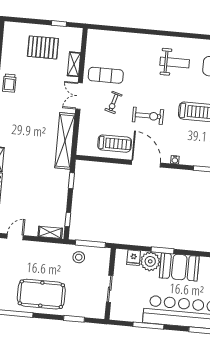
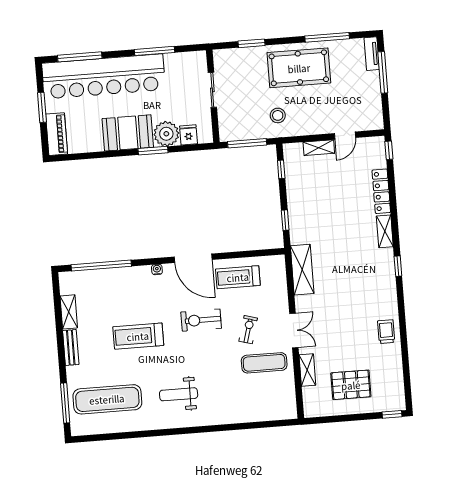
window: (59, 24) -> (392, 414), moved
shelving: (65, 141) -> (302, 270), width x0.68
shelving: (50, 232) -> (319, 148), moved
stool: (79, 257) -> (278, 115), moved

